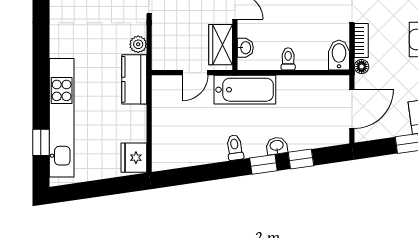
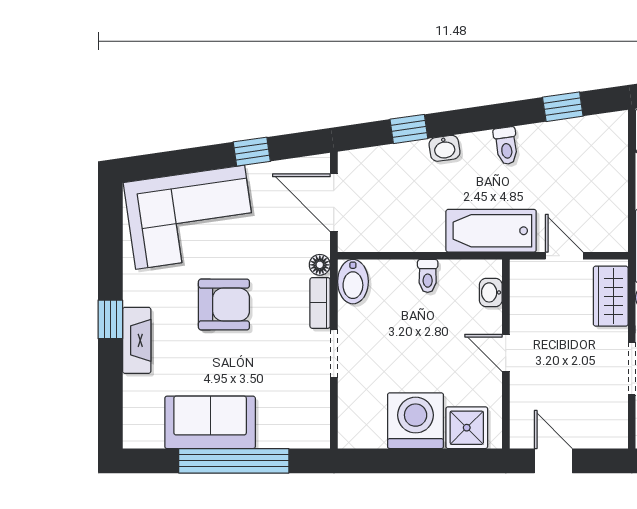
wardrobe: (221, 45) -> (611, 296), moved, turned 180
door: (195, 73) -> (564, 256), hinge flipped
door: (352, 109) -> (334, 203), hinge flipped
window: (263, 164) -> (563, 107), moved

